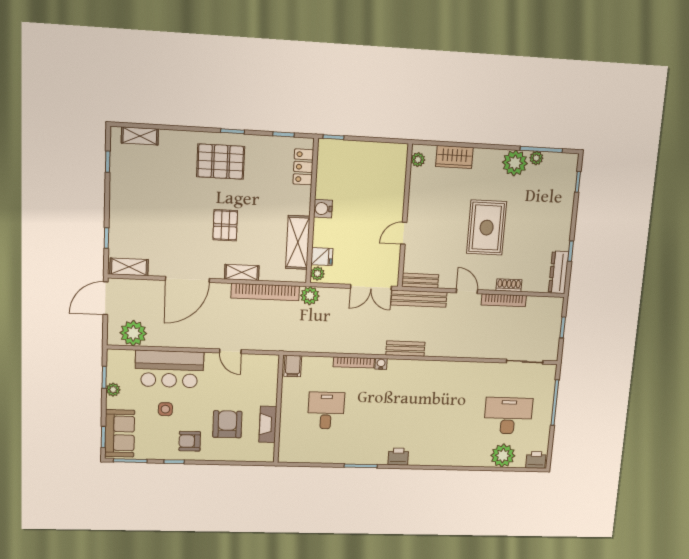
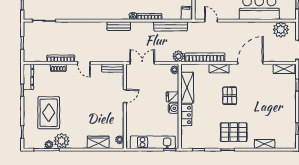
shelving: (140, 136) -> (265, 144), moved
kitchen unit: (362, 152) -> (153, 142), added
locker: (303, 167) -> (186, 115), moved
rug: (487, 228) -> (49, 113), moved
fridge: (322, 257) -> (173, 97), moved
bench: (419, 299) -> (171, 26), moved
door: (230, 351) -> (211, 21), moved

